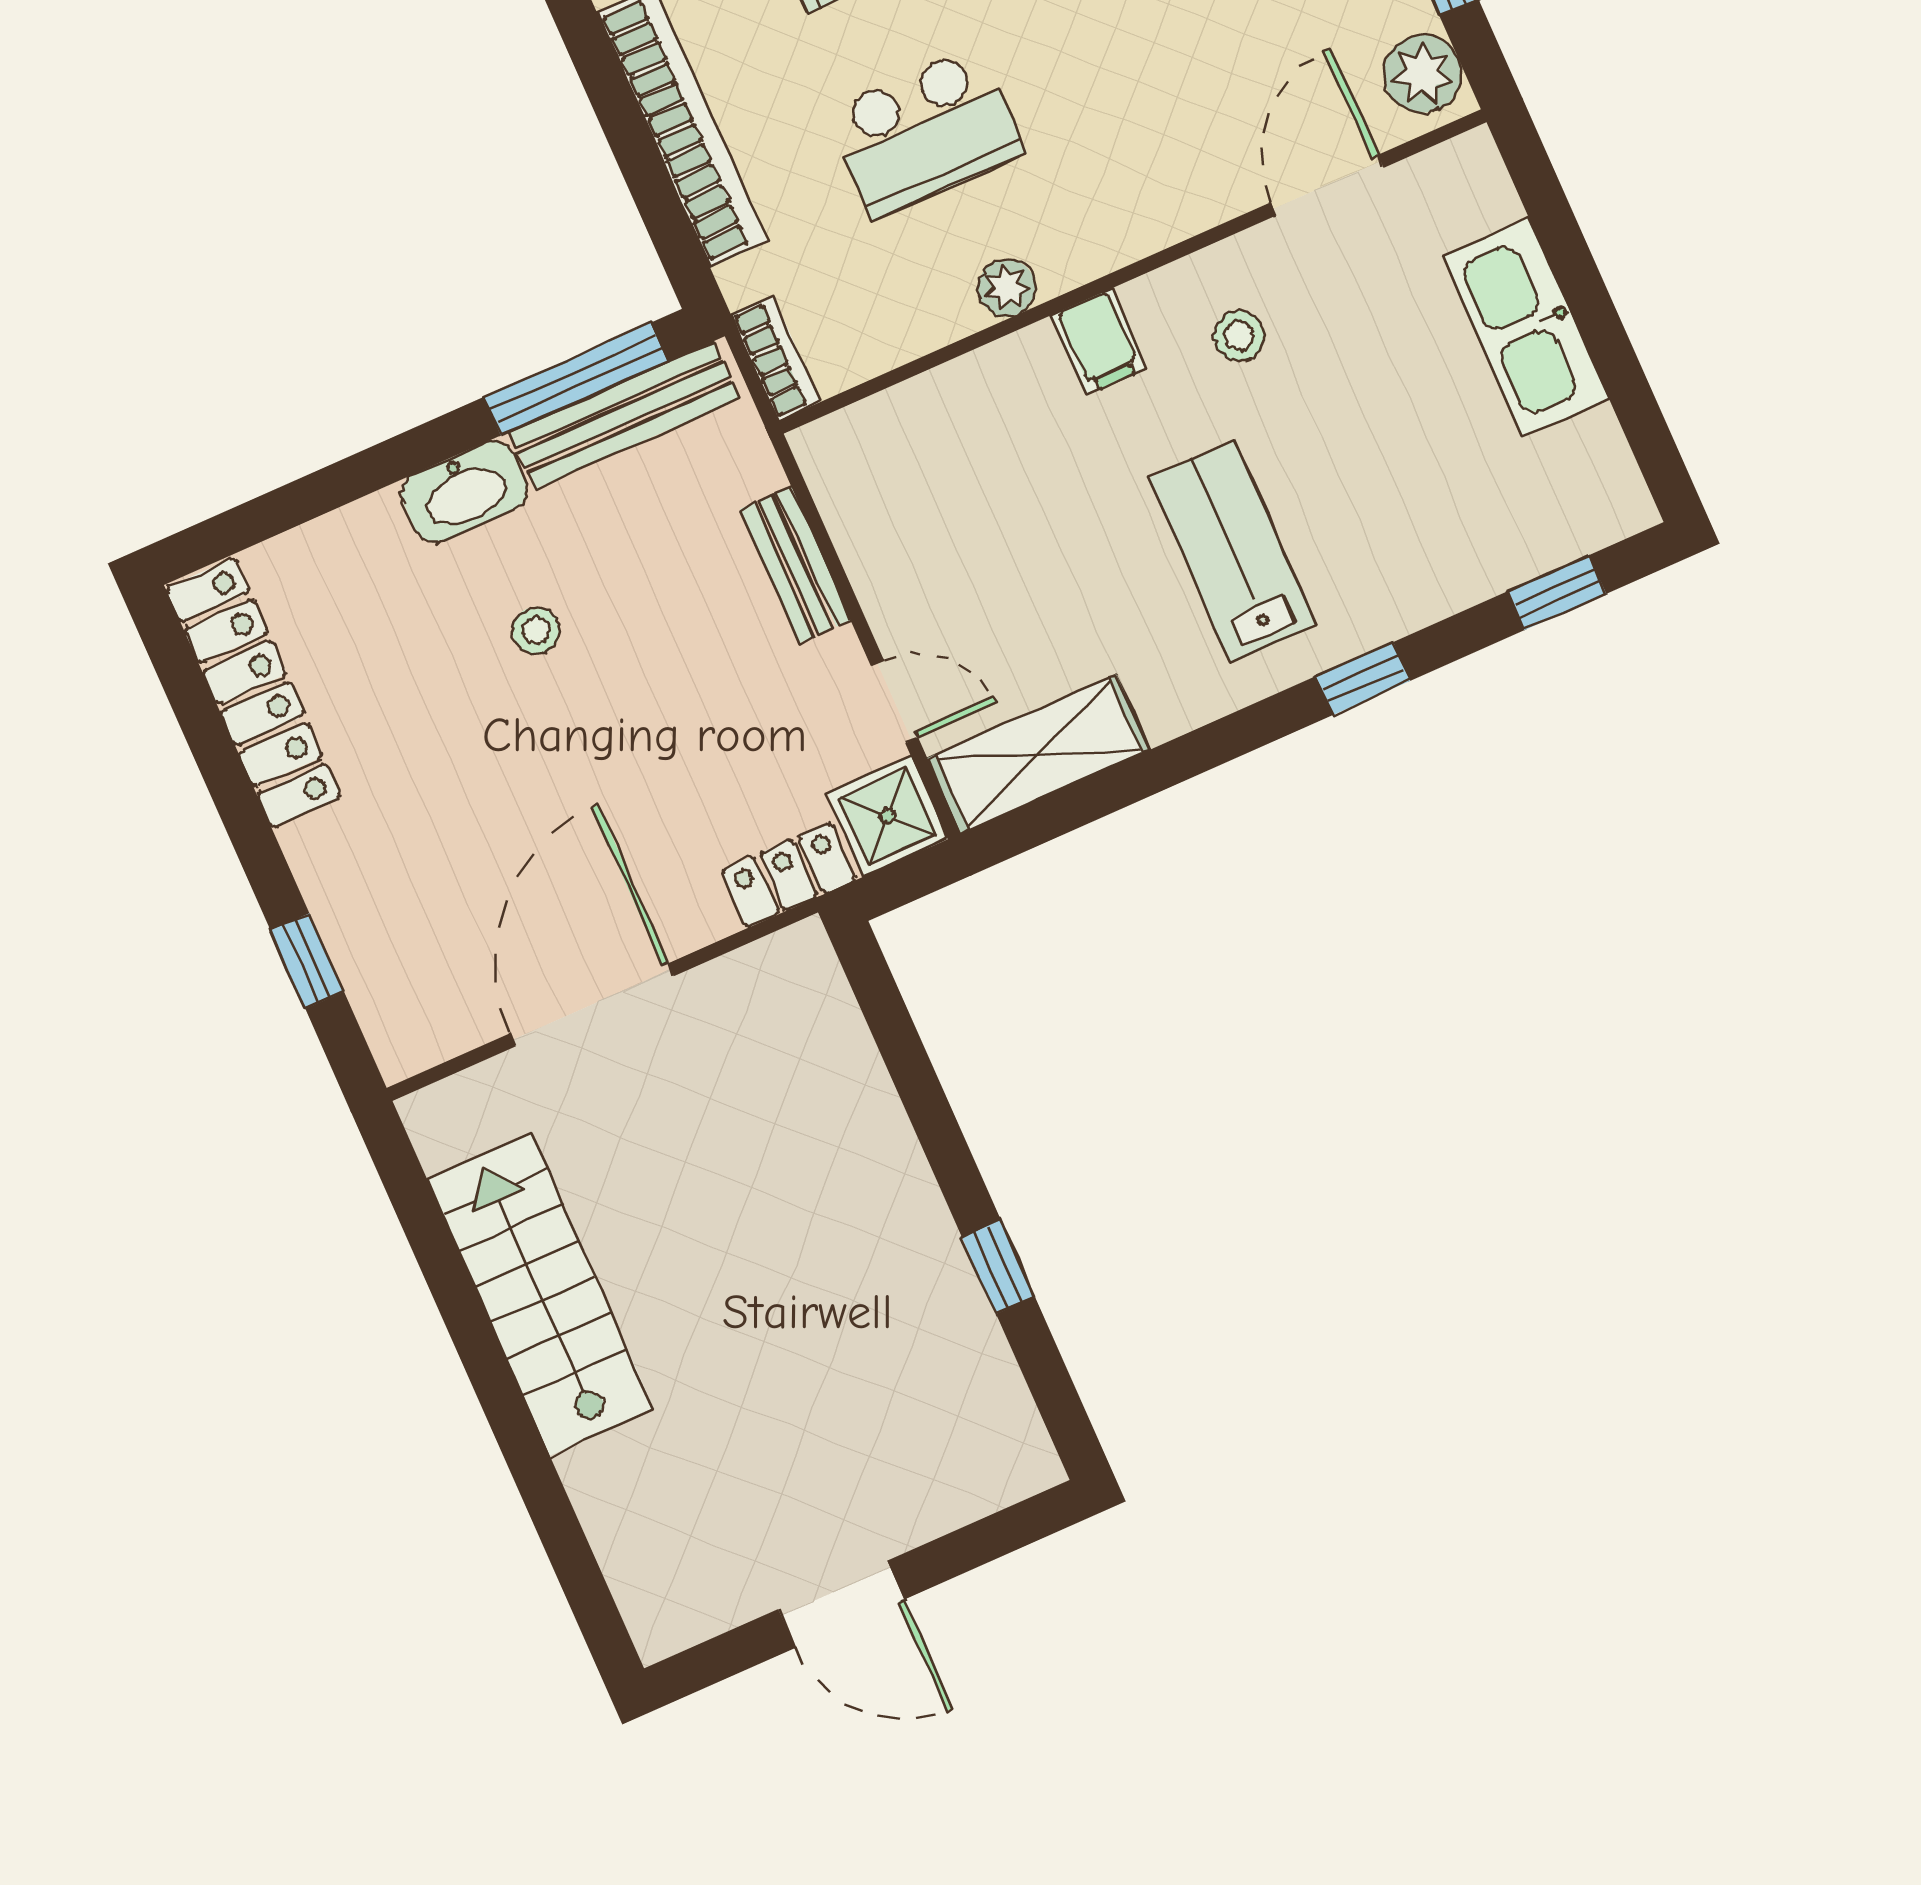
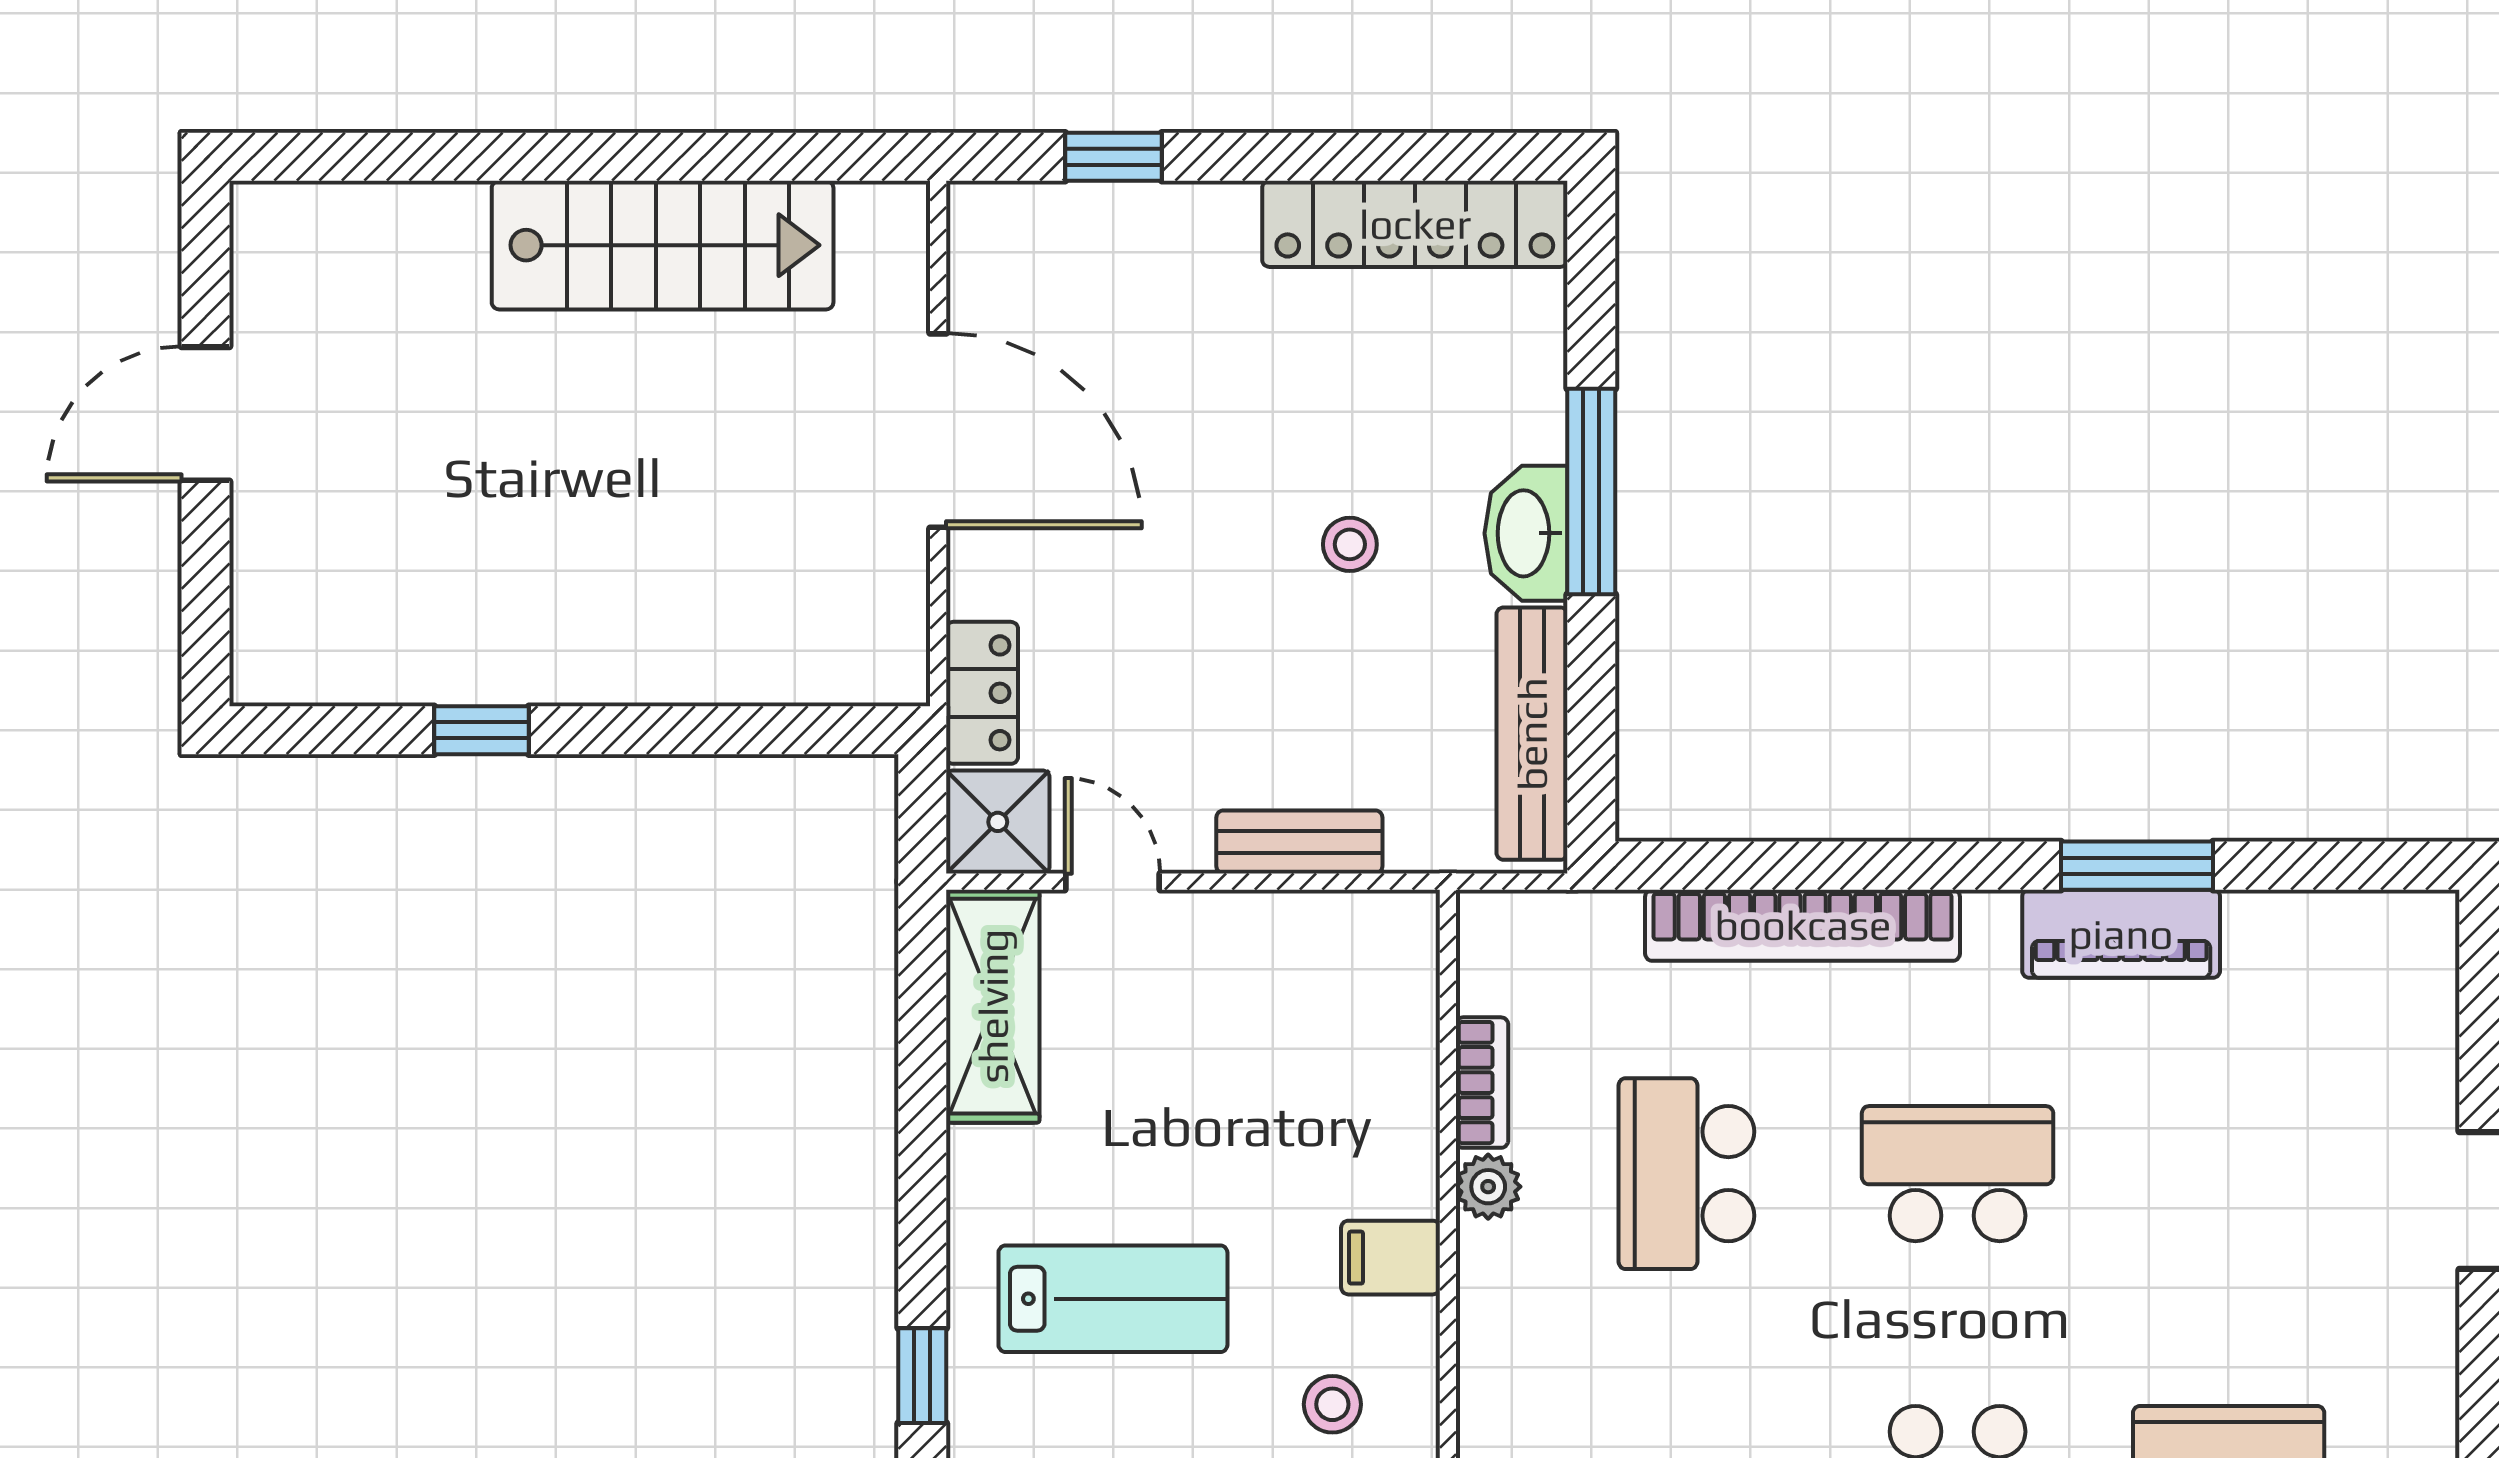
bookcase: (776, 358) -> (1482, 1083), moved, turned -90
window: (576, 379) -> (1591, 492), moved
door: (895, 702) -> (1113, 882), swing flipped

